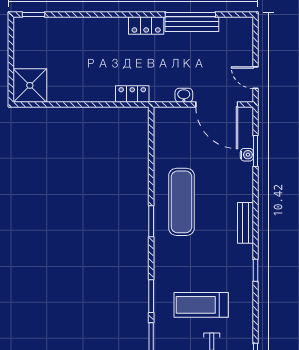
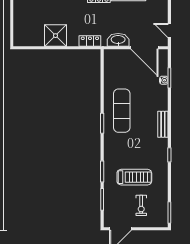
shower: (30, 85) -> (55, 36), moved
washbasin: (184, 95) -> (118, 40), width x1.91, depth x1.45
treadmill: (201, 305) -> (134, 177), turned 180

